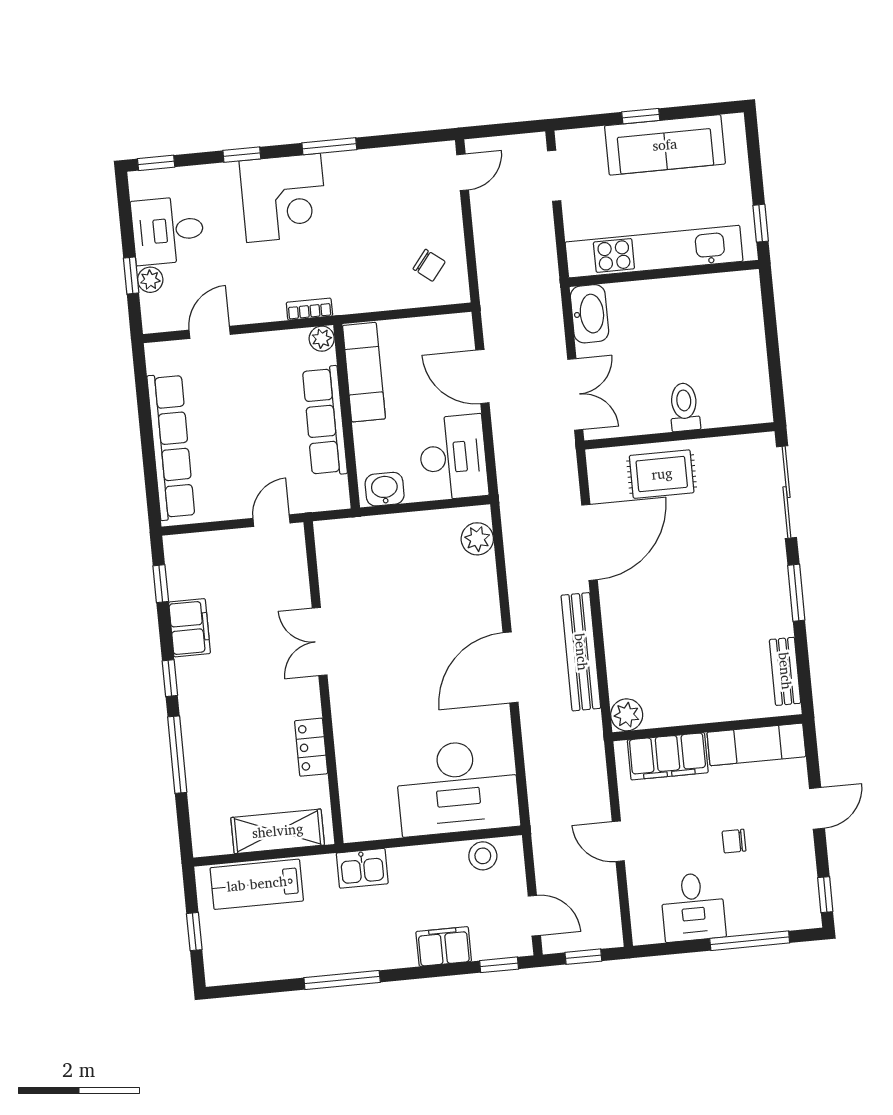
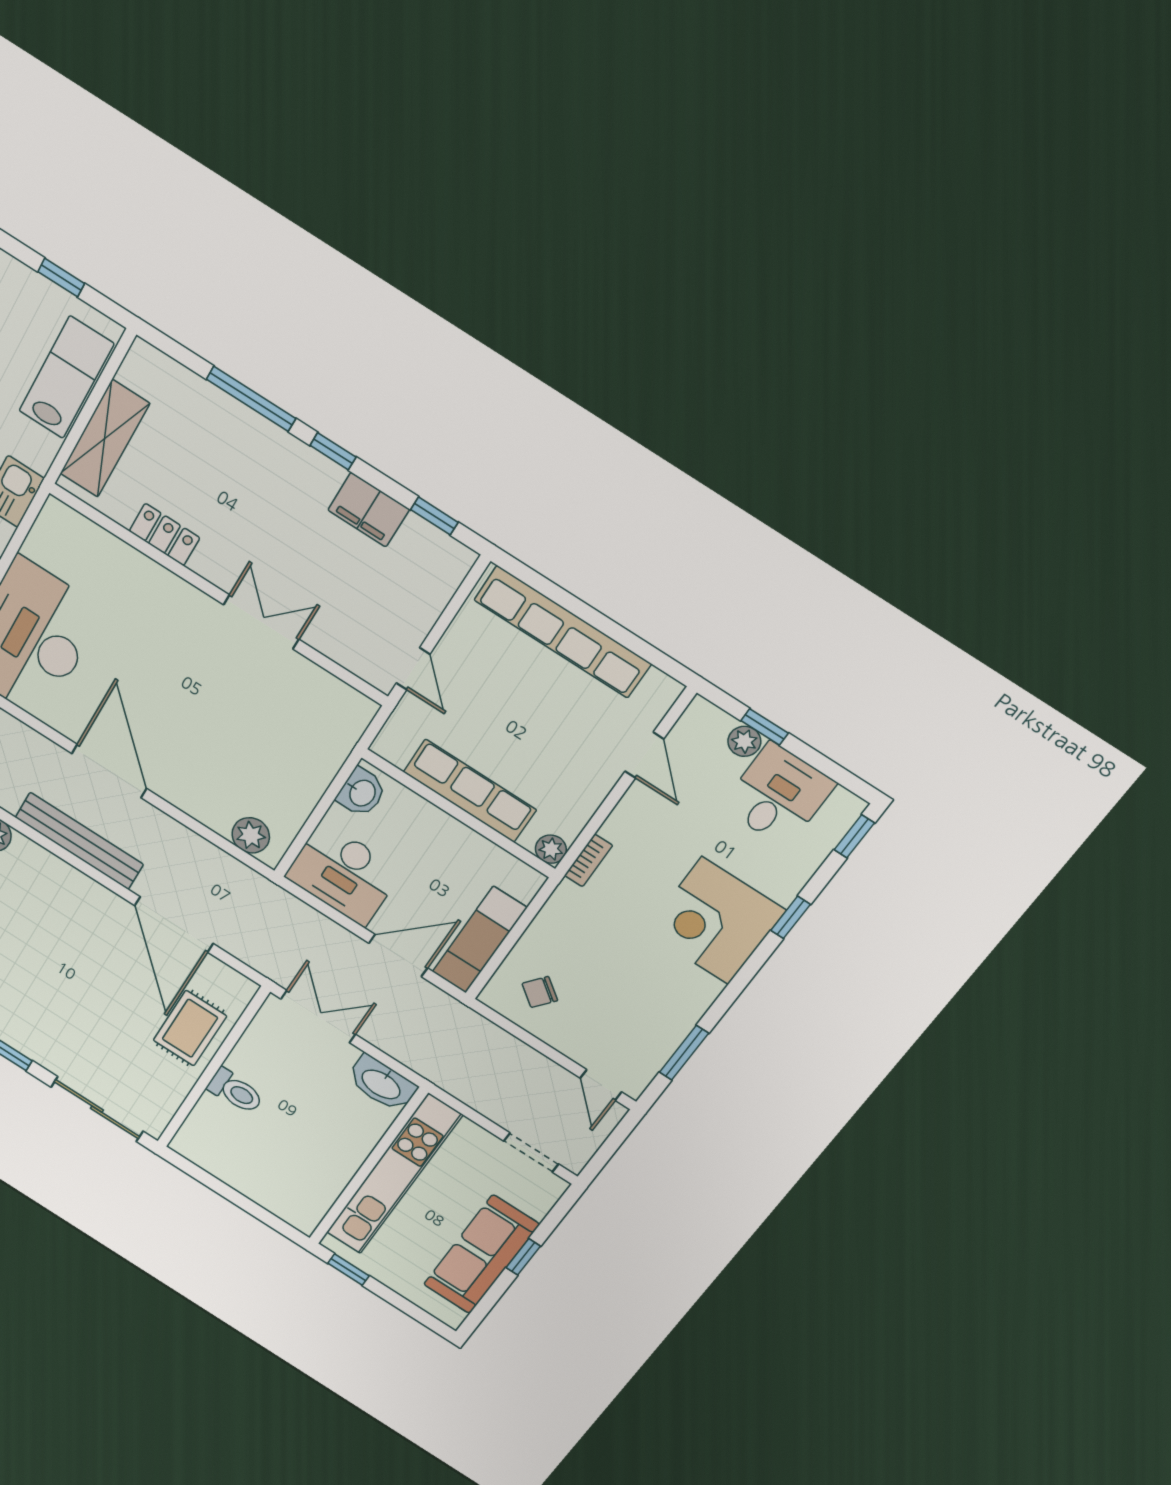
window: (329, 146) -> (684, 1053), moved
exam couch: (364, 372) -> (479, 940), moved, turned 90
double door: (575, 394) -> (318, 1017), swing flipped

